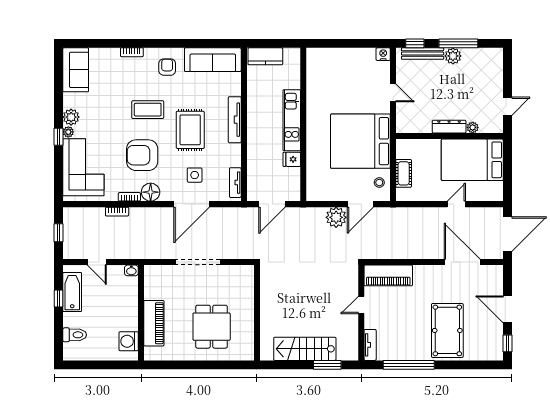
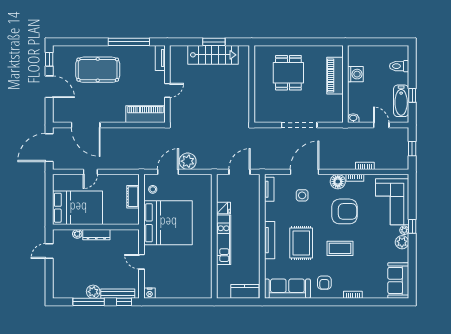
rug: (190, 130) -> (301, 243), moved
pool table: (447, 330) -> (98, 70), turned 90
washing machine: (129, 341) -> (355, 74), moved
window: (327, 365) -> (214, 42), moved

